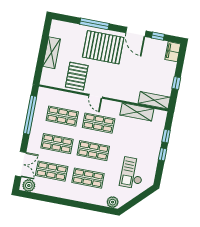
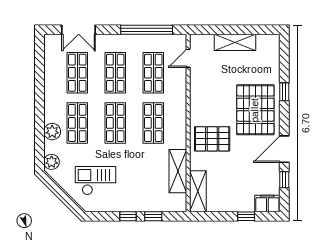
window: (94, 24) -> (284, 92), width x0.46
pallet: (77, 76) -> (212, 139), moved
window: (176, 83) -> (246, 216), moved
door: (95, 96) -> (188, 58), moved
plant: (29, 185) -> (52, 132), moved

